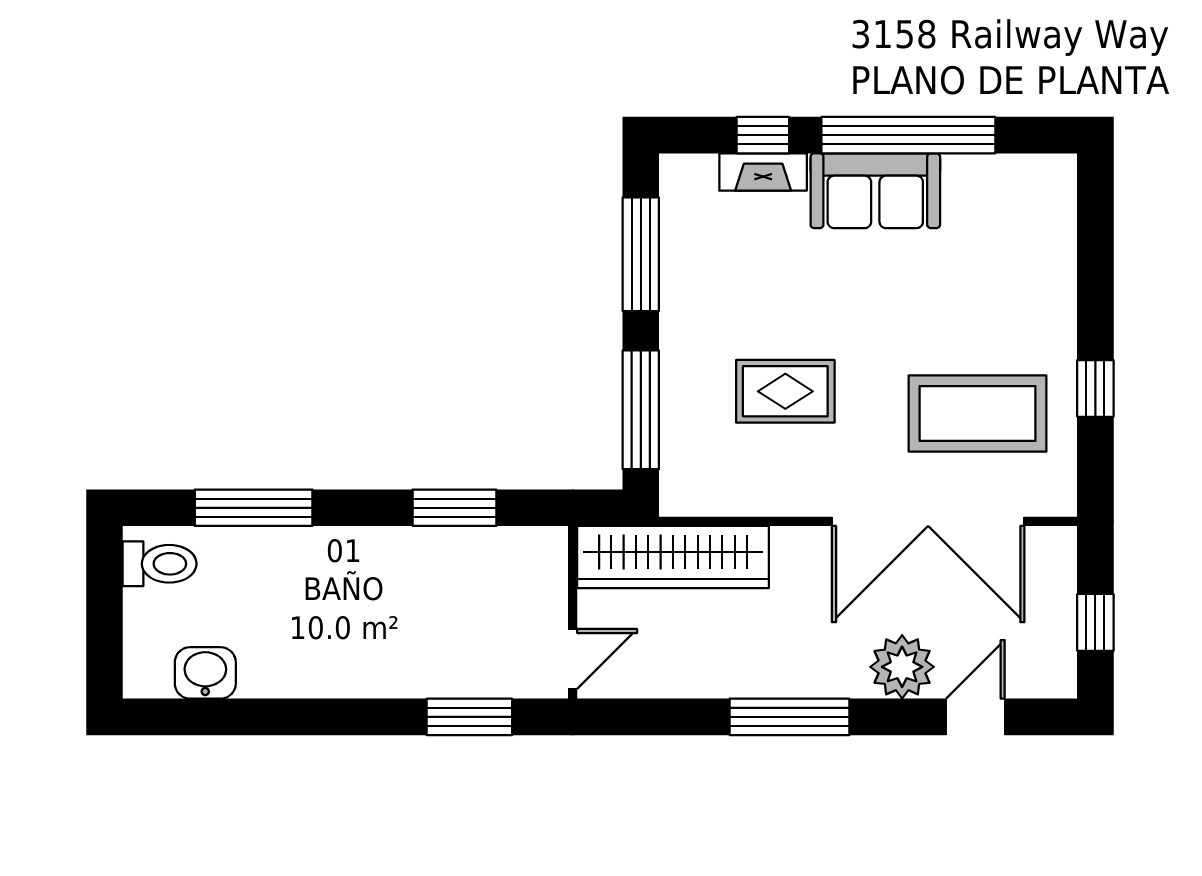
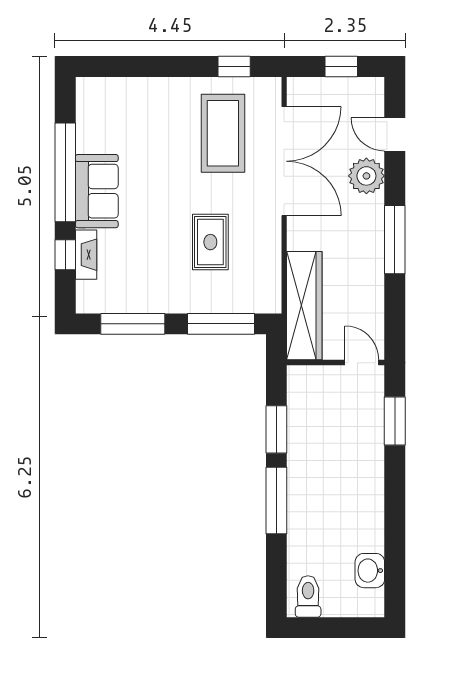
window: (1095, 388) -> (234, 66), moved
window: (254, 508) -> (276, 500), moved

